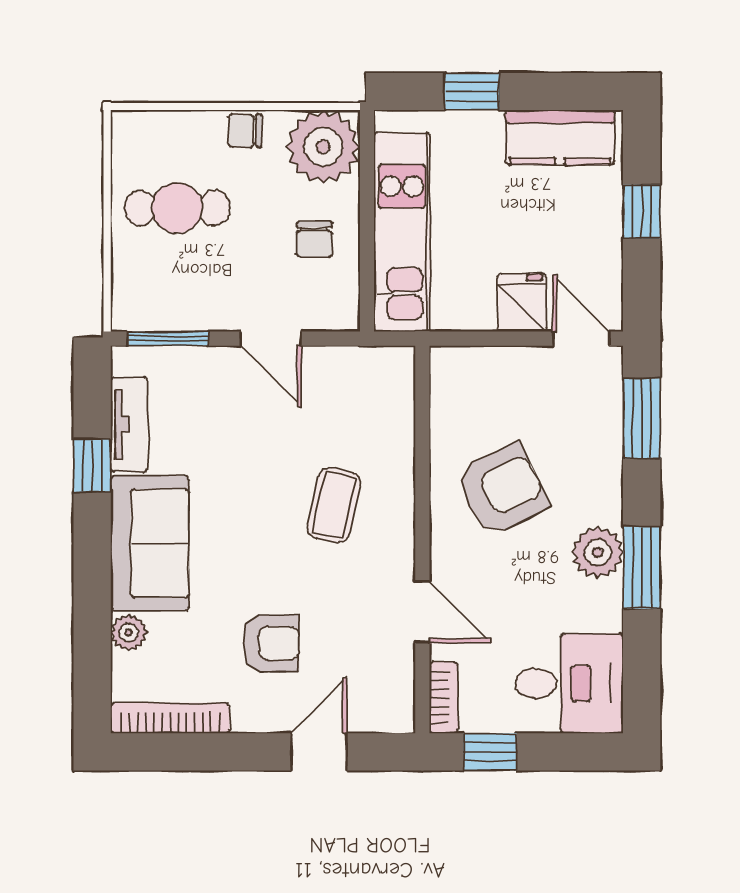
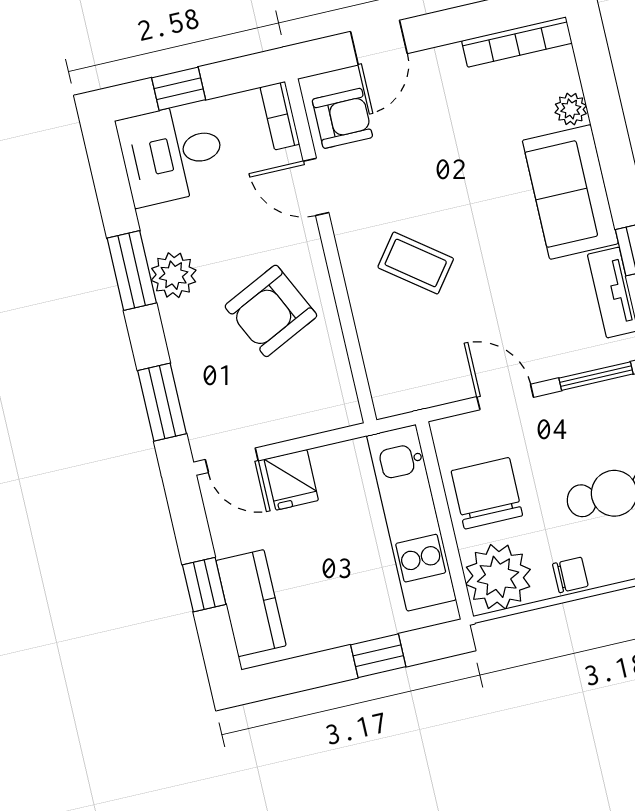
kitchen counter: (560, 137) -> (251, 603), moved, turned 90
chair: (315, 240) -> (487, 493), width x1.87, depth x1.87
coffee table: (334, 505) -> (416, 263), turned -66
armchair: (271, 643) -> (342, 118), moved, turned 180
window: (490, 752) -> (179, 89), moved

